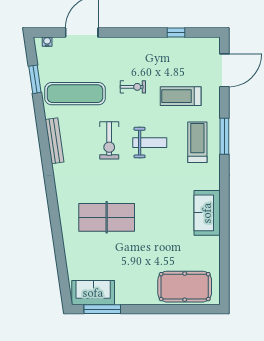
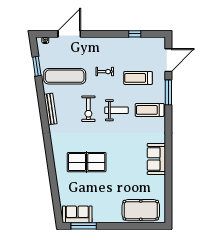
window: (224, 136) -> (168, 92), moved
treadmill: (197, 142) -> (150, 110), turned -90

